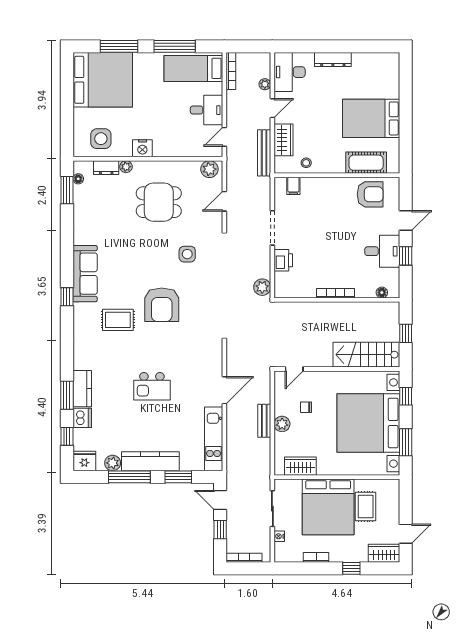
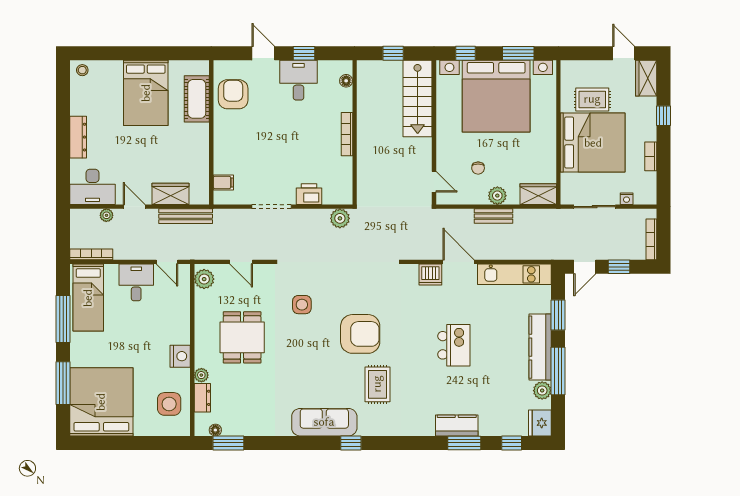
stool: (306, 163) -> (82, 70), moved
dishwasher: (82, 418) -> (430, 275), moved, turned 180
wardrobe: (300, 466) -> (538, 194), moved, turned 90

